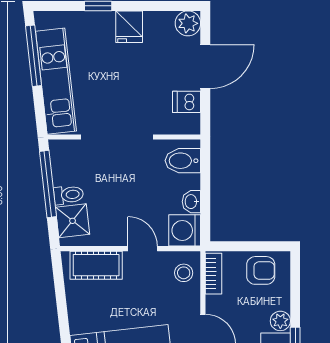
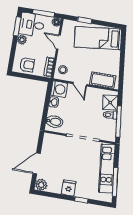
dishwasher: (187, 102) -> (48, 149), removed
armchair: (261, 270) -> (27, 65), turned 180

